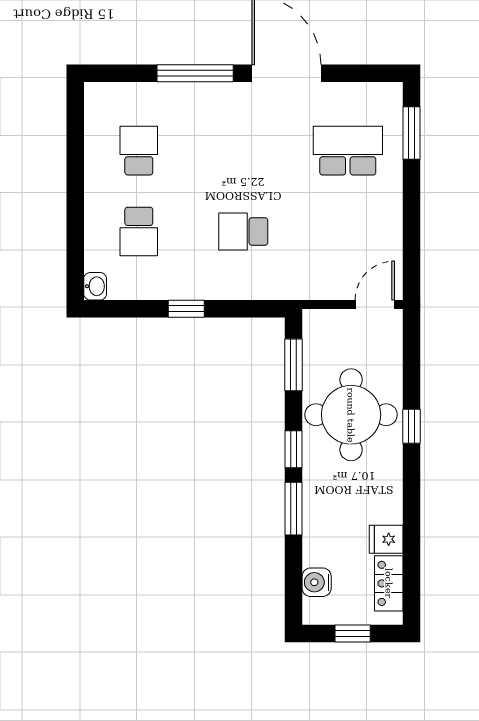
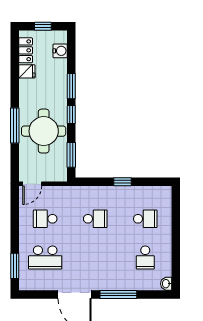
school desk: (139, 231) -> (145, 219), turned 90
school desk: (348, 231) -> (45, 219), added
washbasin: (95, 286) -> (166, 284), moved
window: (411, 426) -> (15, 126), width x2.17

